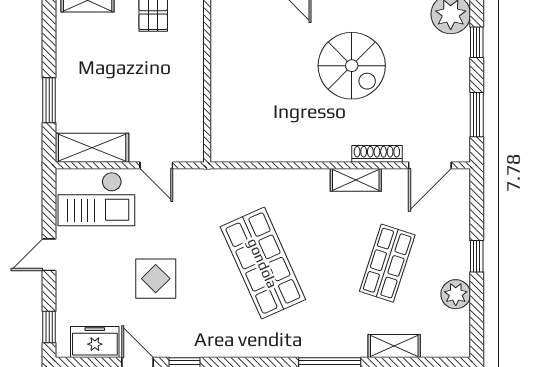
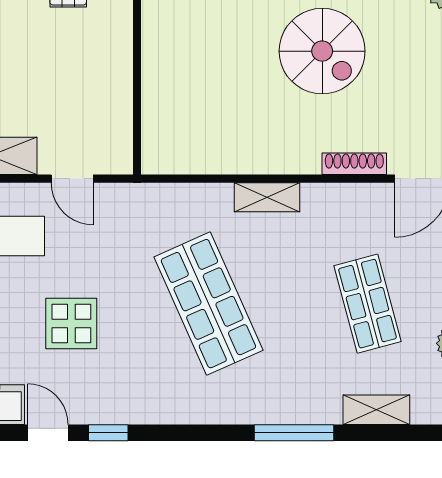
shelving: (356, 180) -> (267, 197), moved
shop shelf: (387, 263) -> (367, 304), turned -33

